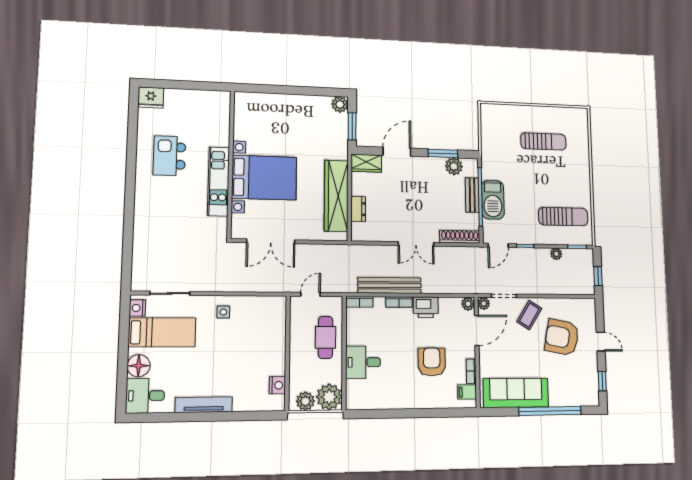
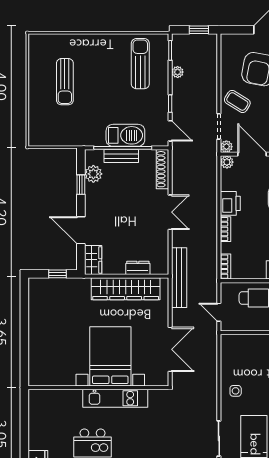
plant: (340, 104) -> (36, 286), removed
window: (352, 126) -> (58, 274), width x0.67
sun lounger: (543, 141) -> (65, 82), turned 180
window: (443, 153) -> (81, 185), width x0.67
bench: (389, 285) -> (179, 278), moved

